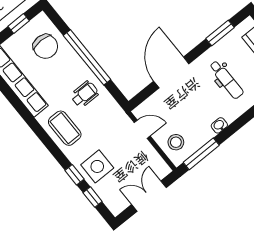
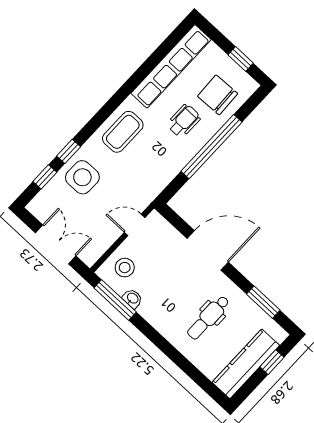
chair: (45, 46) -> (218, 95), turned 88
wheelchair: (85, 94) -> (184, 121), moved, turned -90
washbasin: (219, 125) -> (132, 298), moved
door: (142, 129) -> (135, 225), swing flipped

